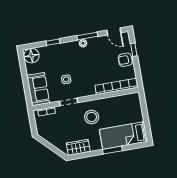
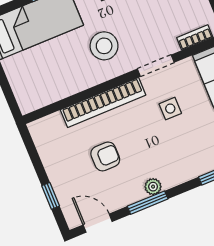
armchair: (125, 60) -> (105, 156), moved
bookcase: (117, 86) -> (103, 102), moved

